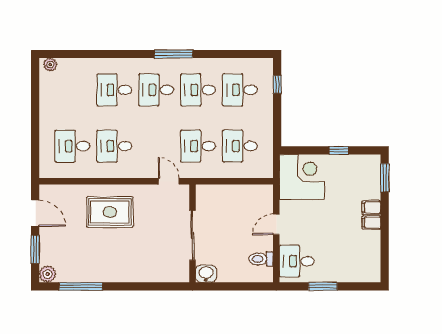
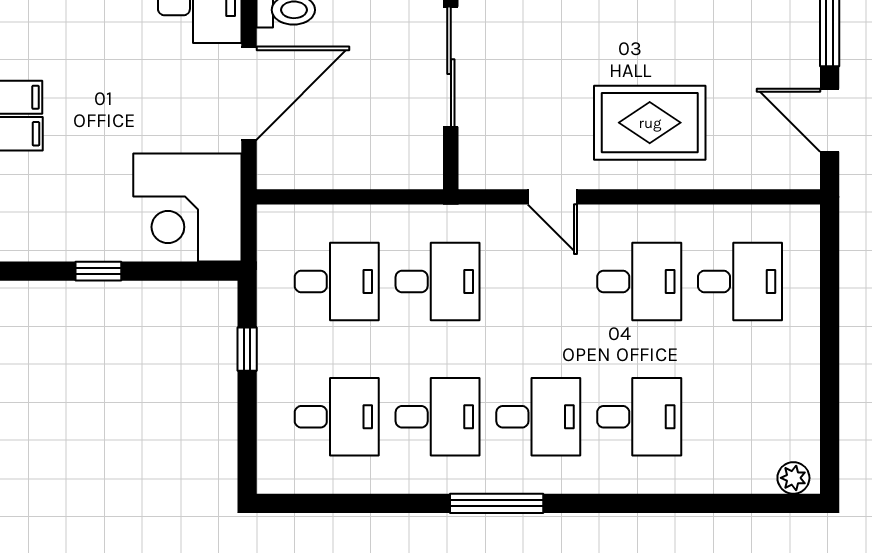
window: (277, 84) -> (247, 349), moved
door: (169, 181) -> (552, 197), moved
door: (276, 224) -> (249, 93), width x1.87

